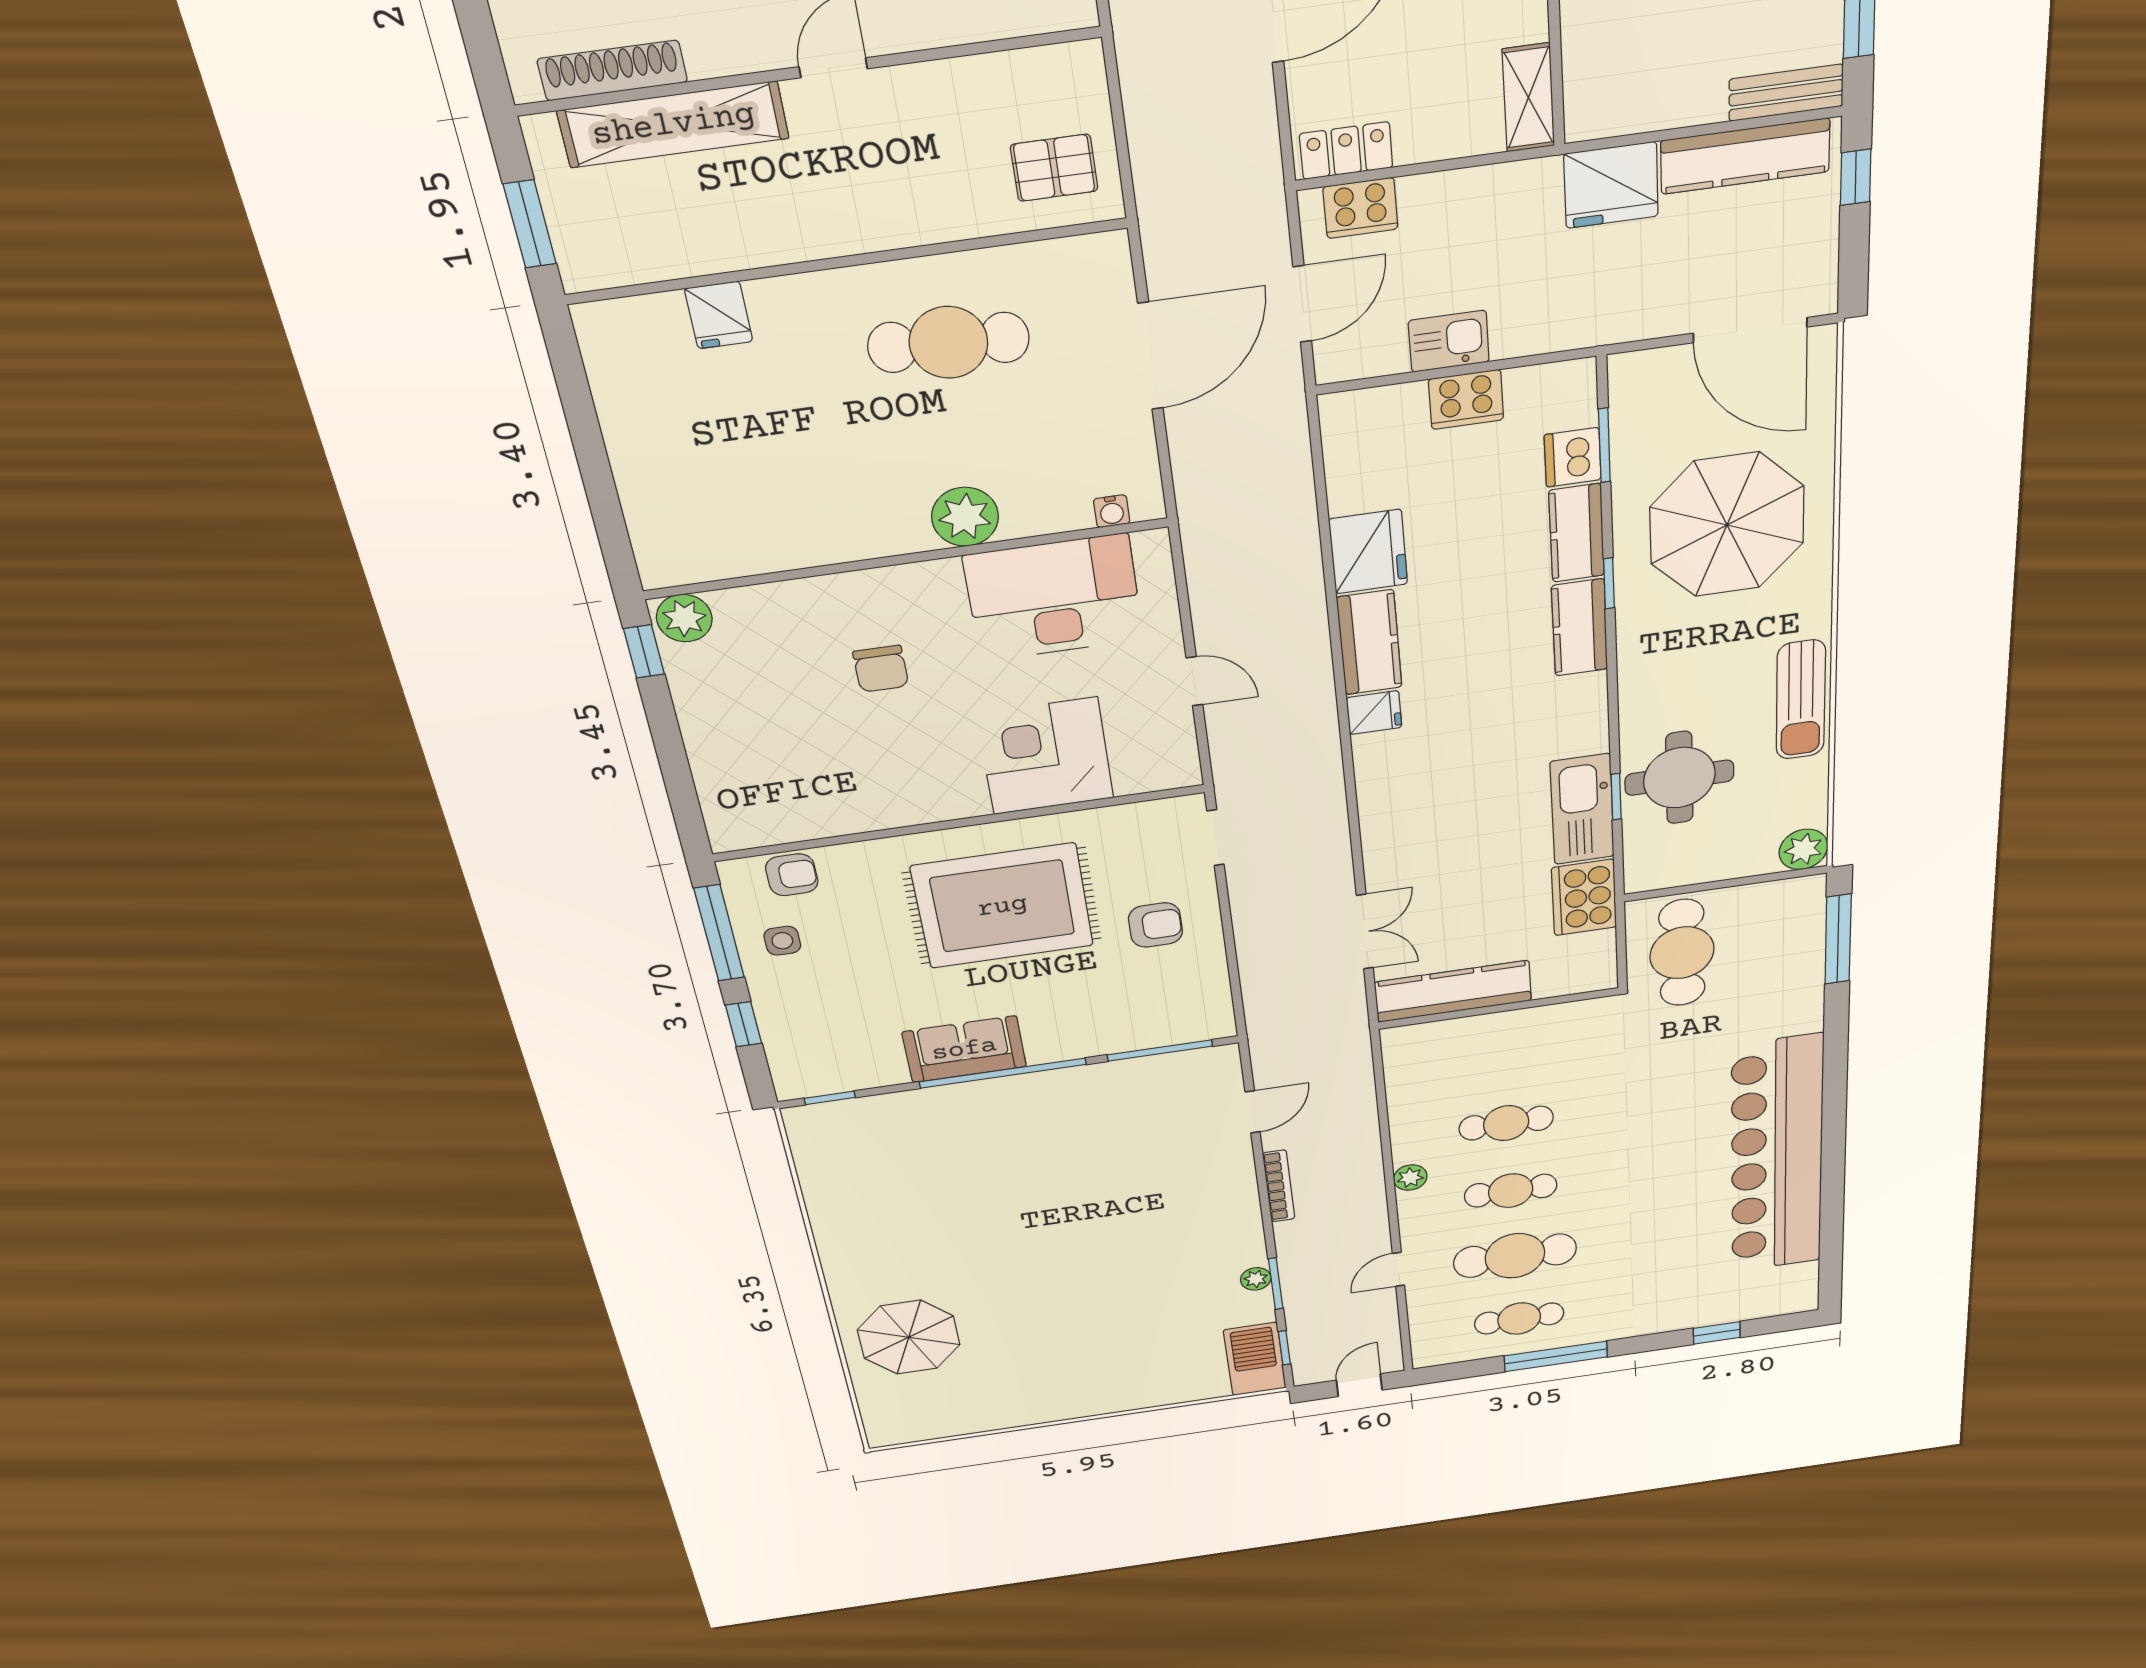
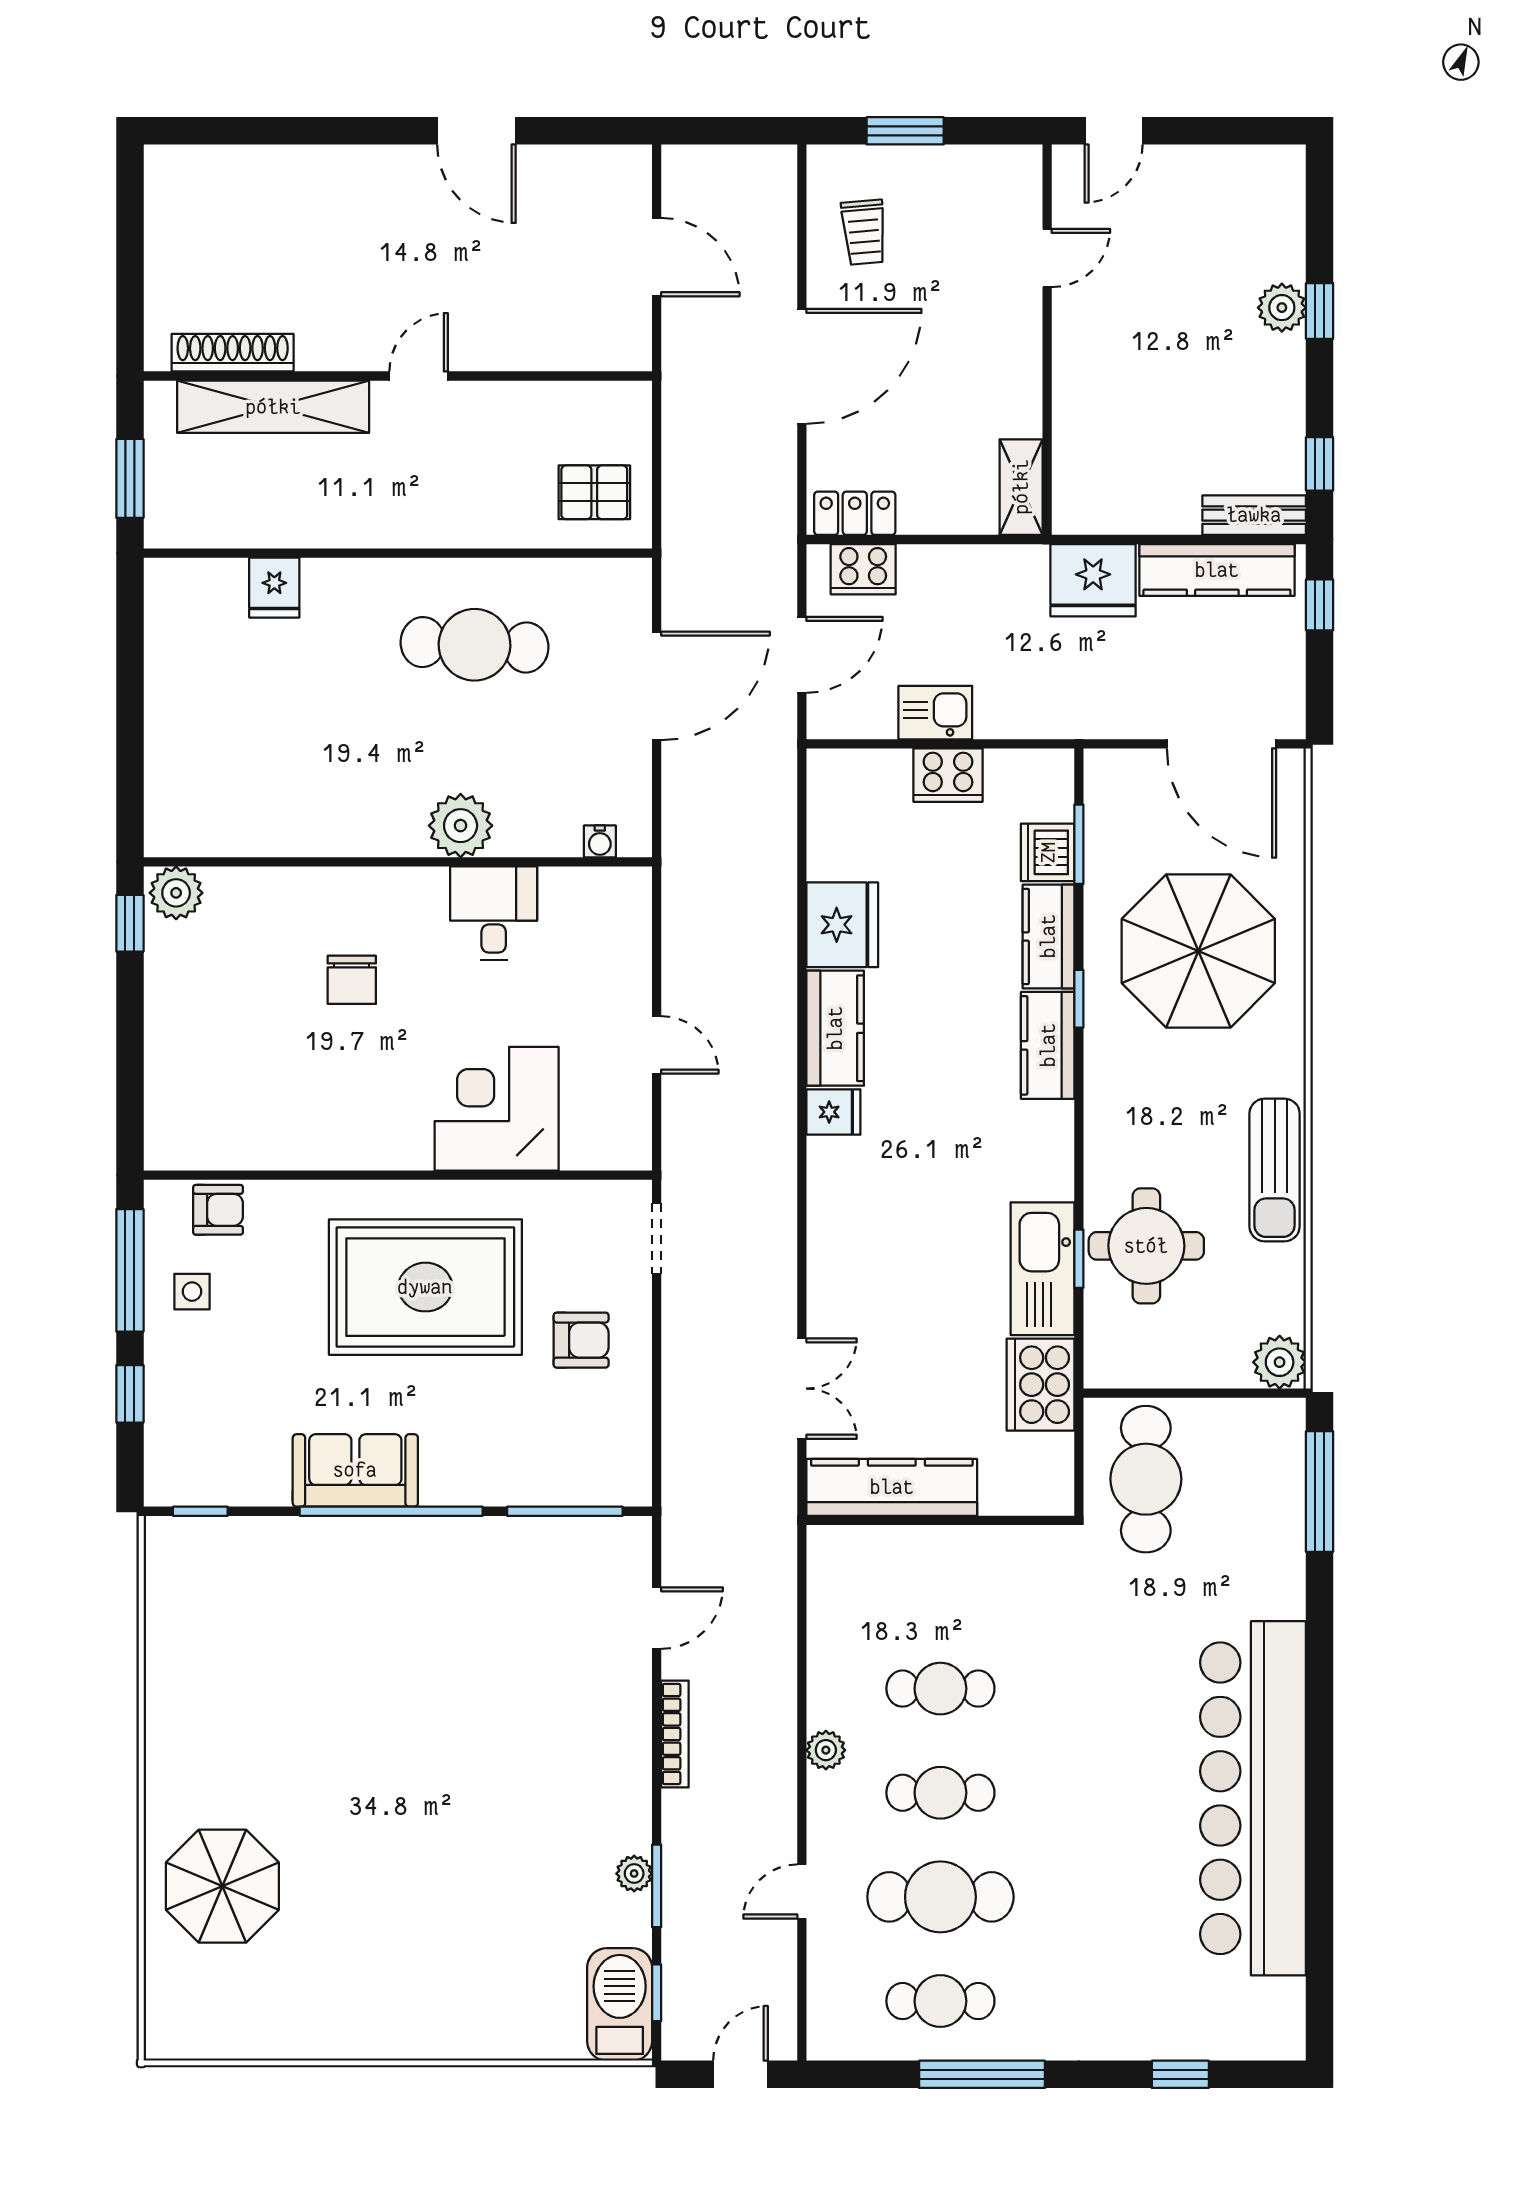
desk: (1054, 598) -> (494, 913), width x0.53, depth x0.77

